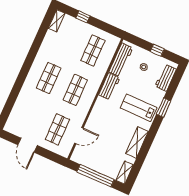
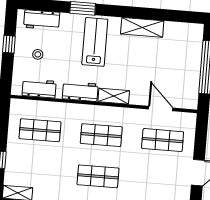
workbench: (121, 60) -> (39, 88), width x0.73
lab bench: (139, 108) -> (95, 42), turned 180
shelving: (125, 173) -> (114, 96), moved

